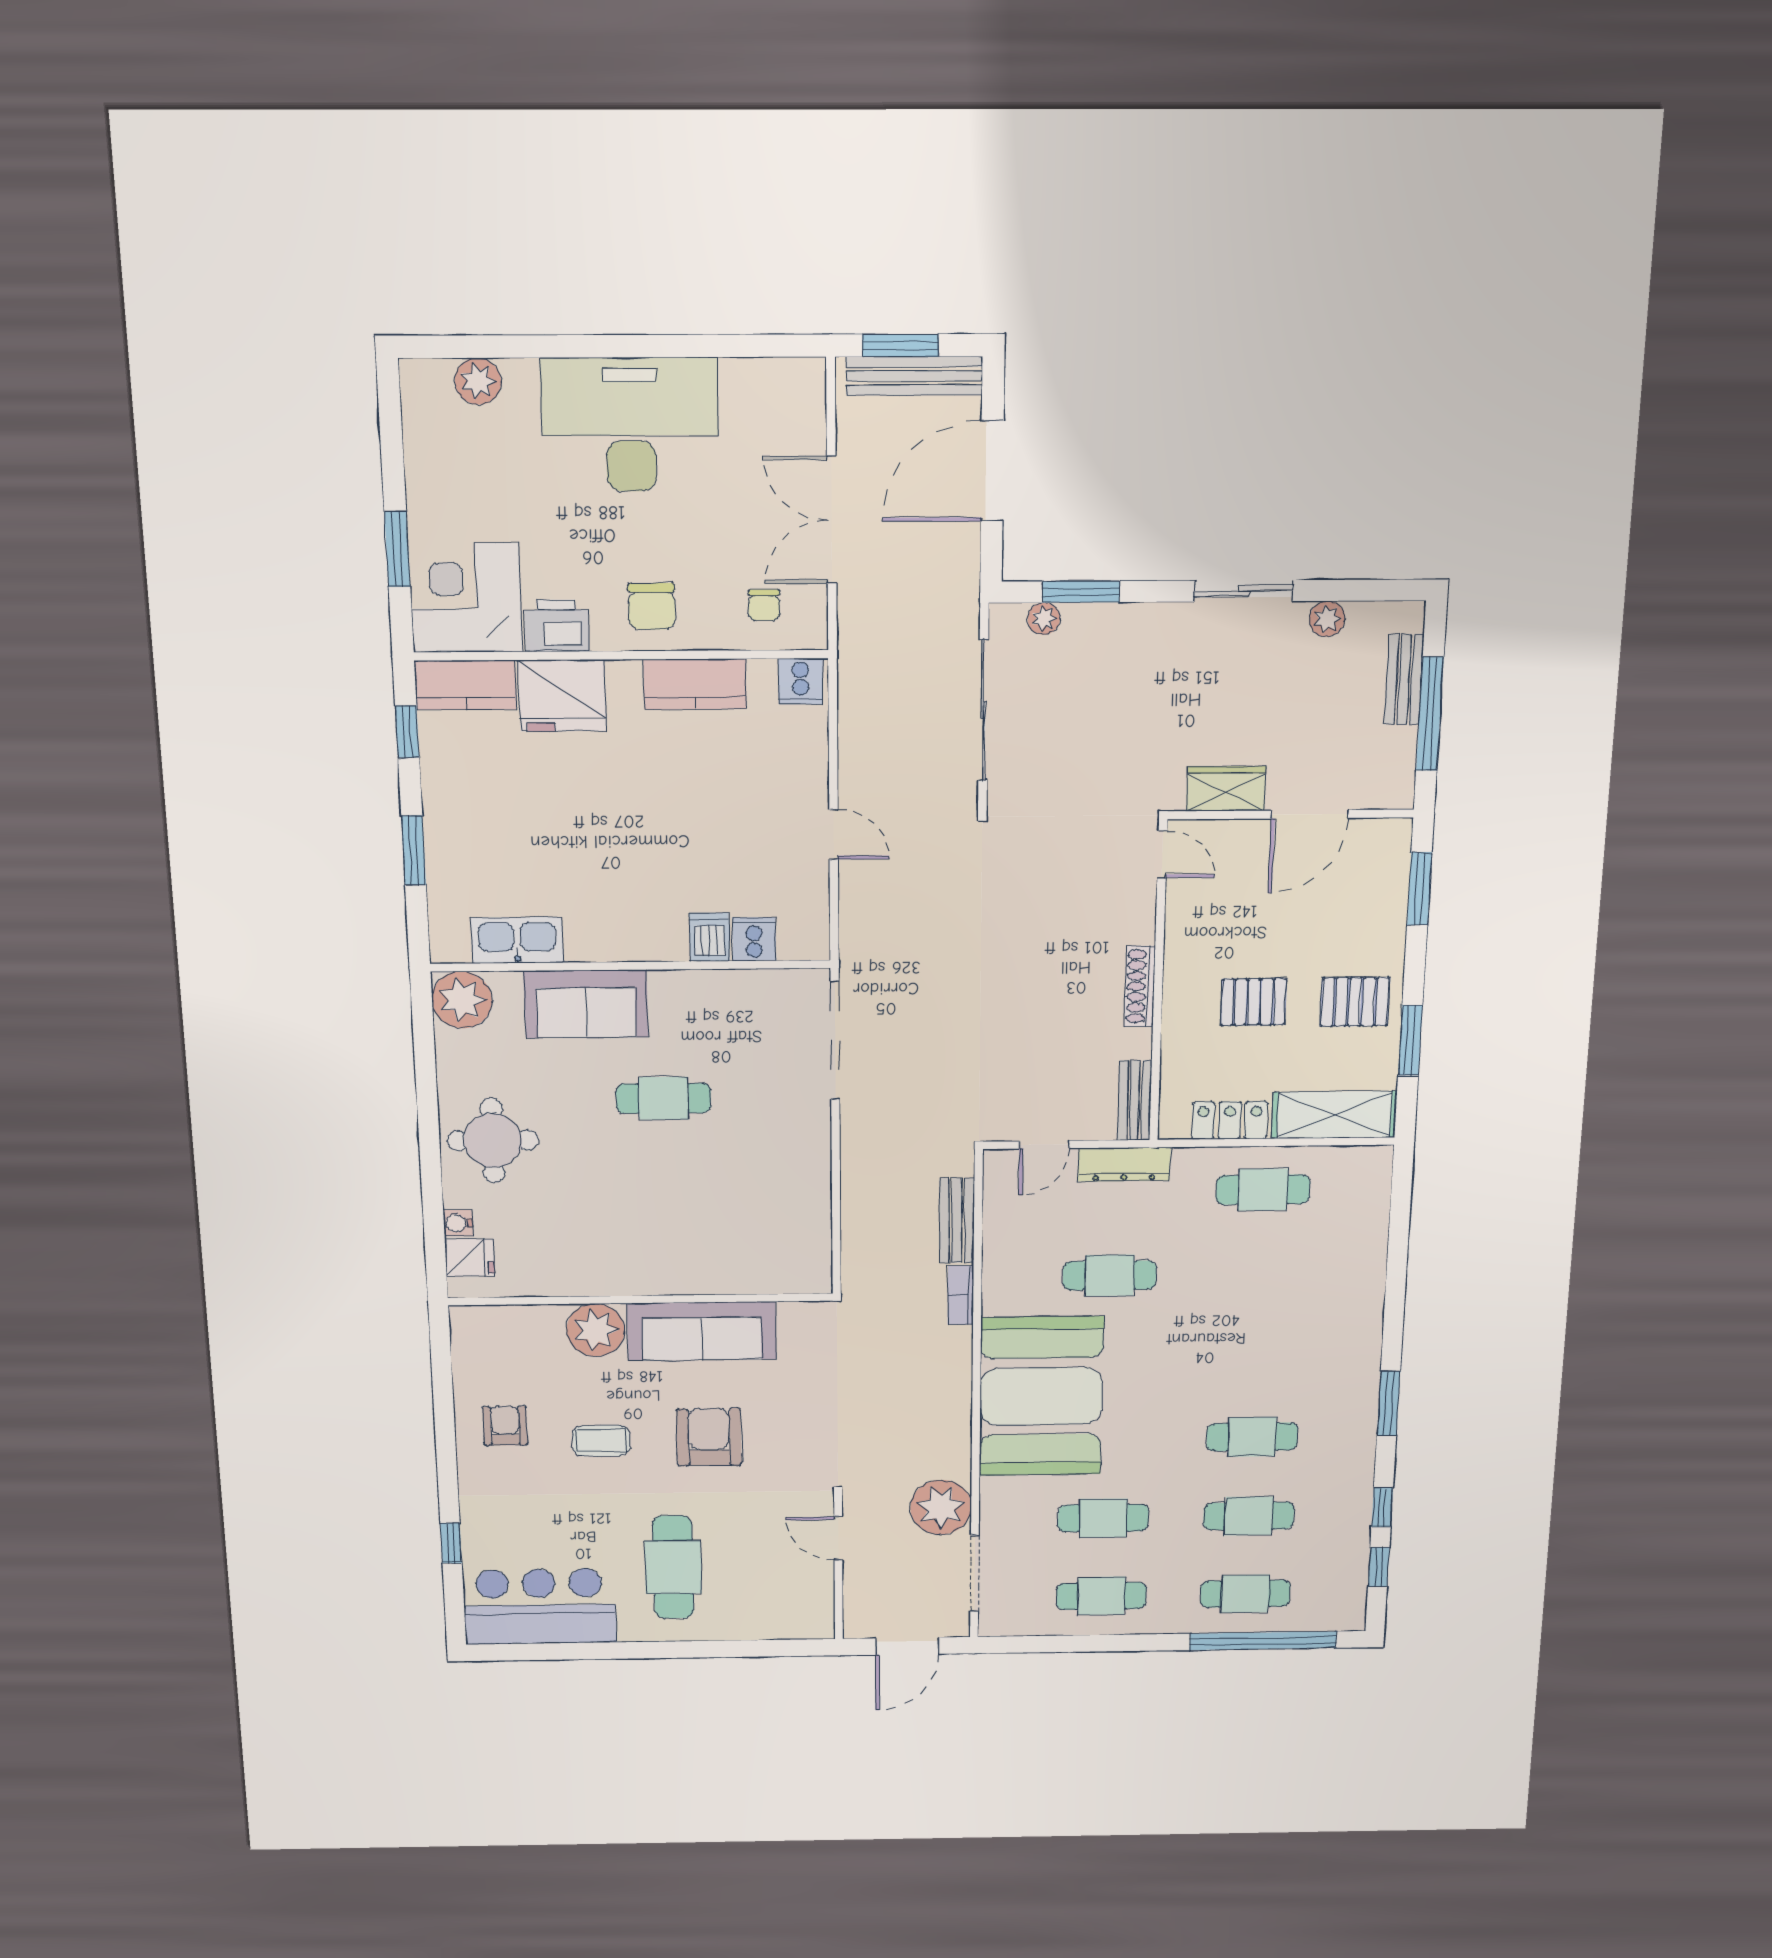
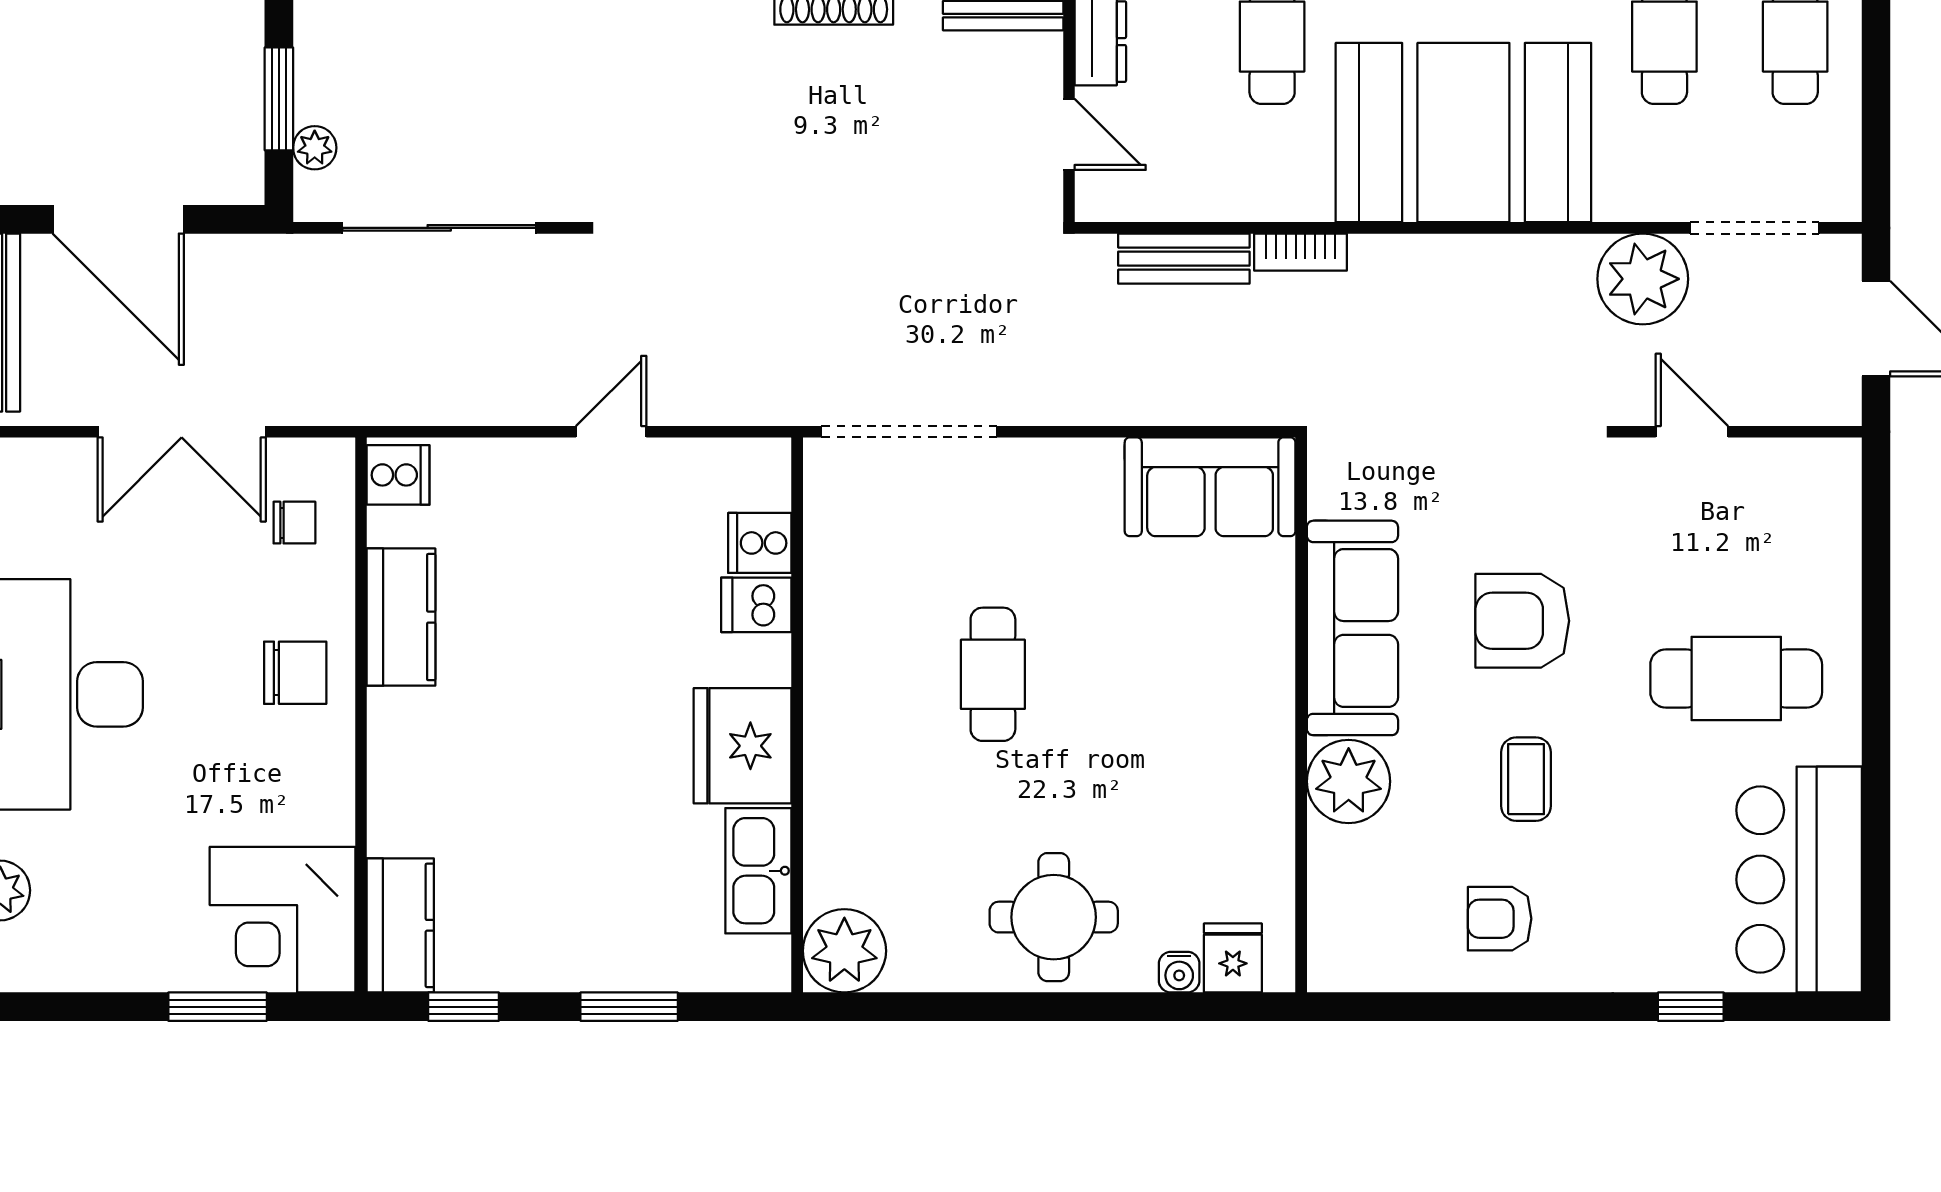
printer: (557, 625) -> (320, 800), removed
fridge: (562, 696) -> (743, 746), moved, turned 180
sofa: (586, 1004) -> (1210, 487), moved, turned 90
door: (838, 1538) -> (1692, 432), swing flipped

